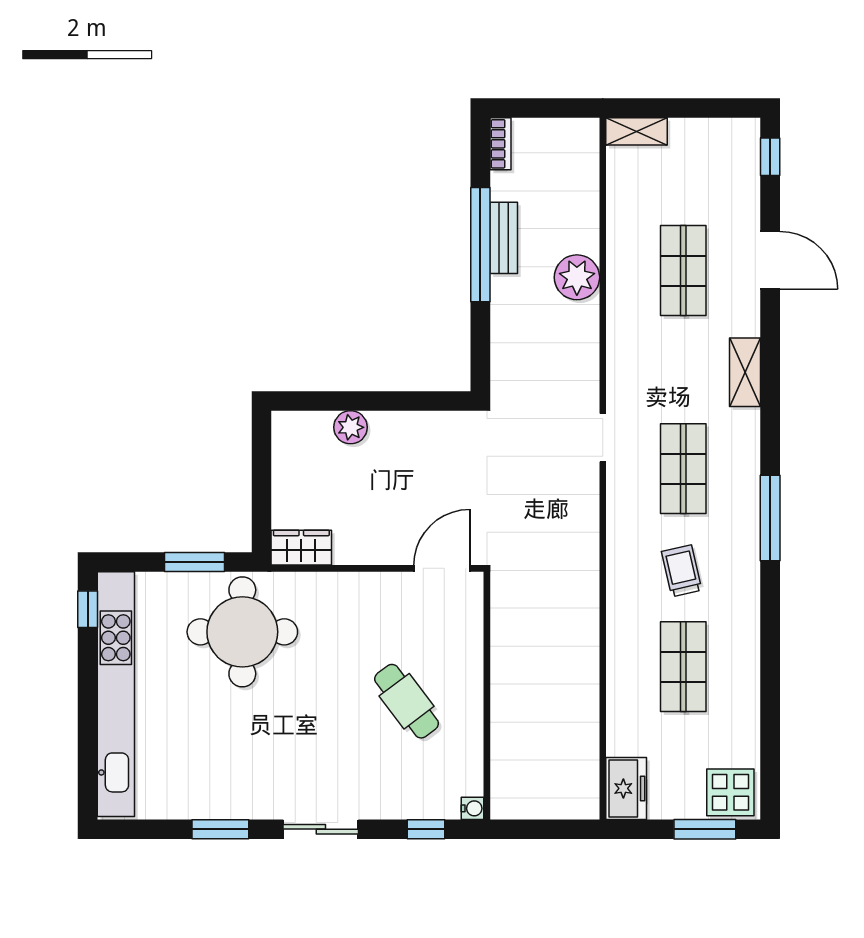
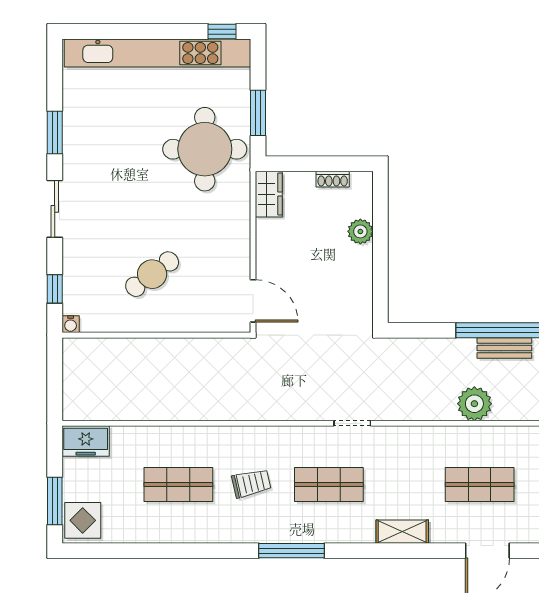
shoe rack: (282, 464) -> (333, 179), added

